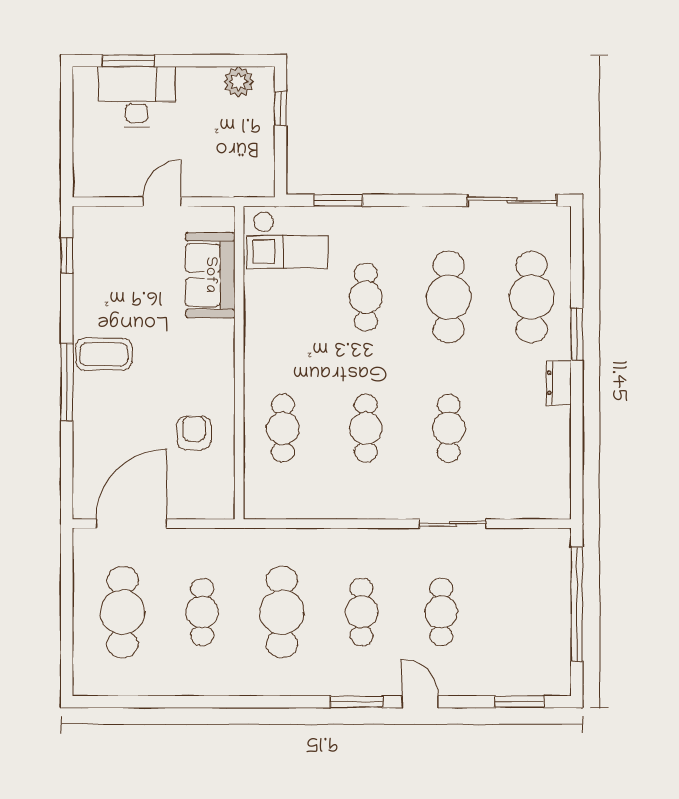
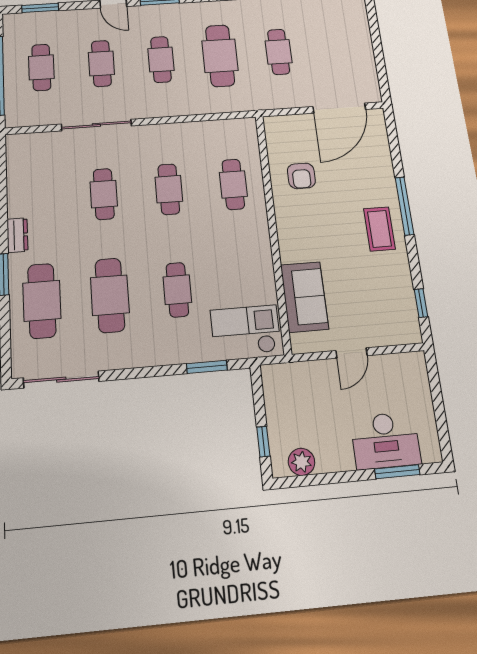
coffee table: (104, 354) -> (379, 229), turned 90
sliding door: (453, 524) -> (96, 125), width x1.37
cafe table: (123, 612) -> (41, 67), moved, width x0.73, depth x0.74

